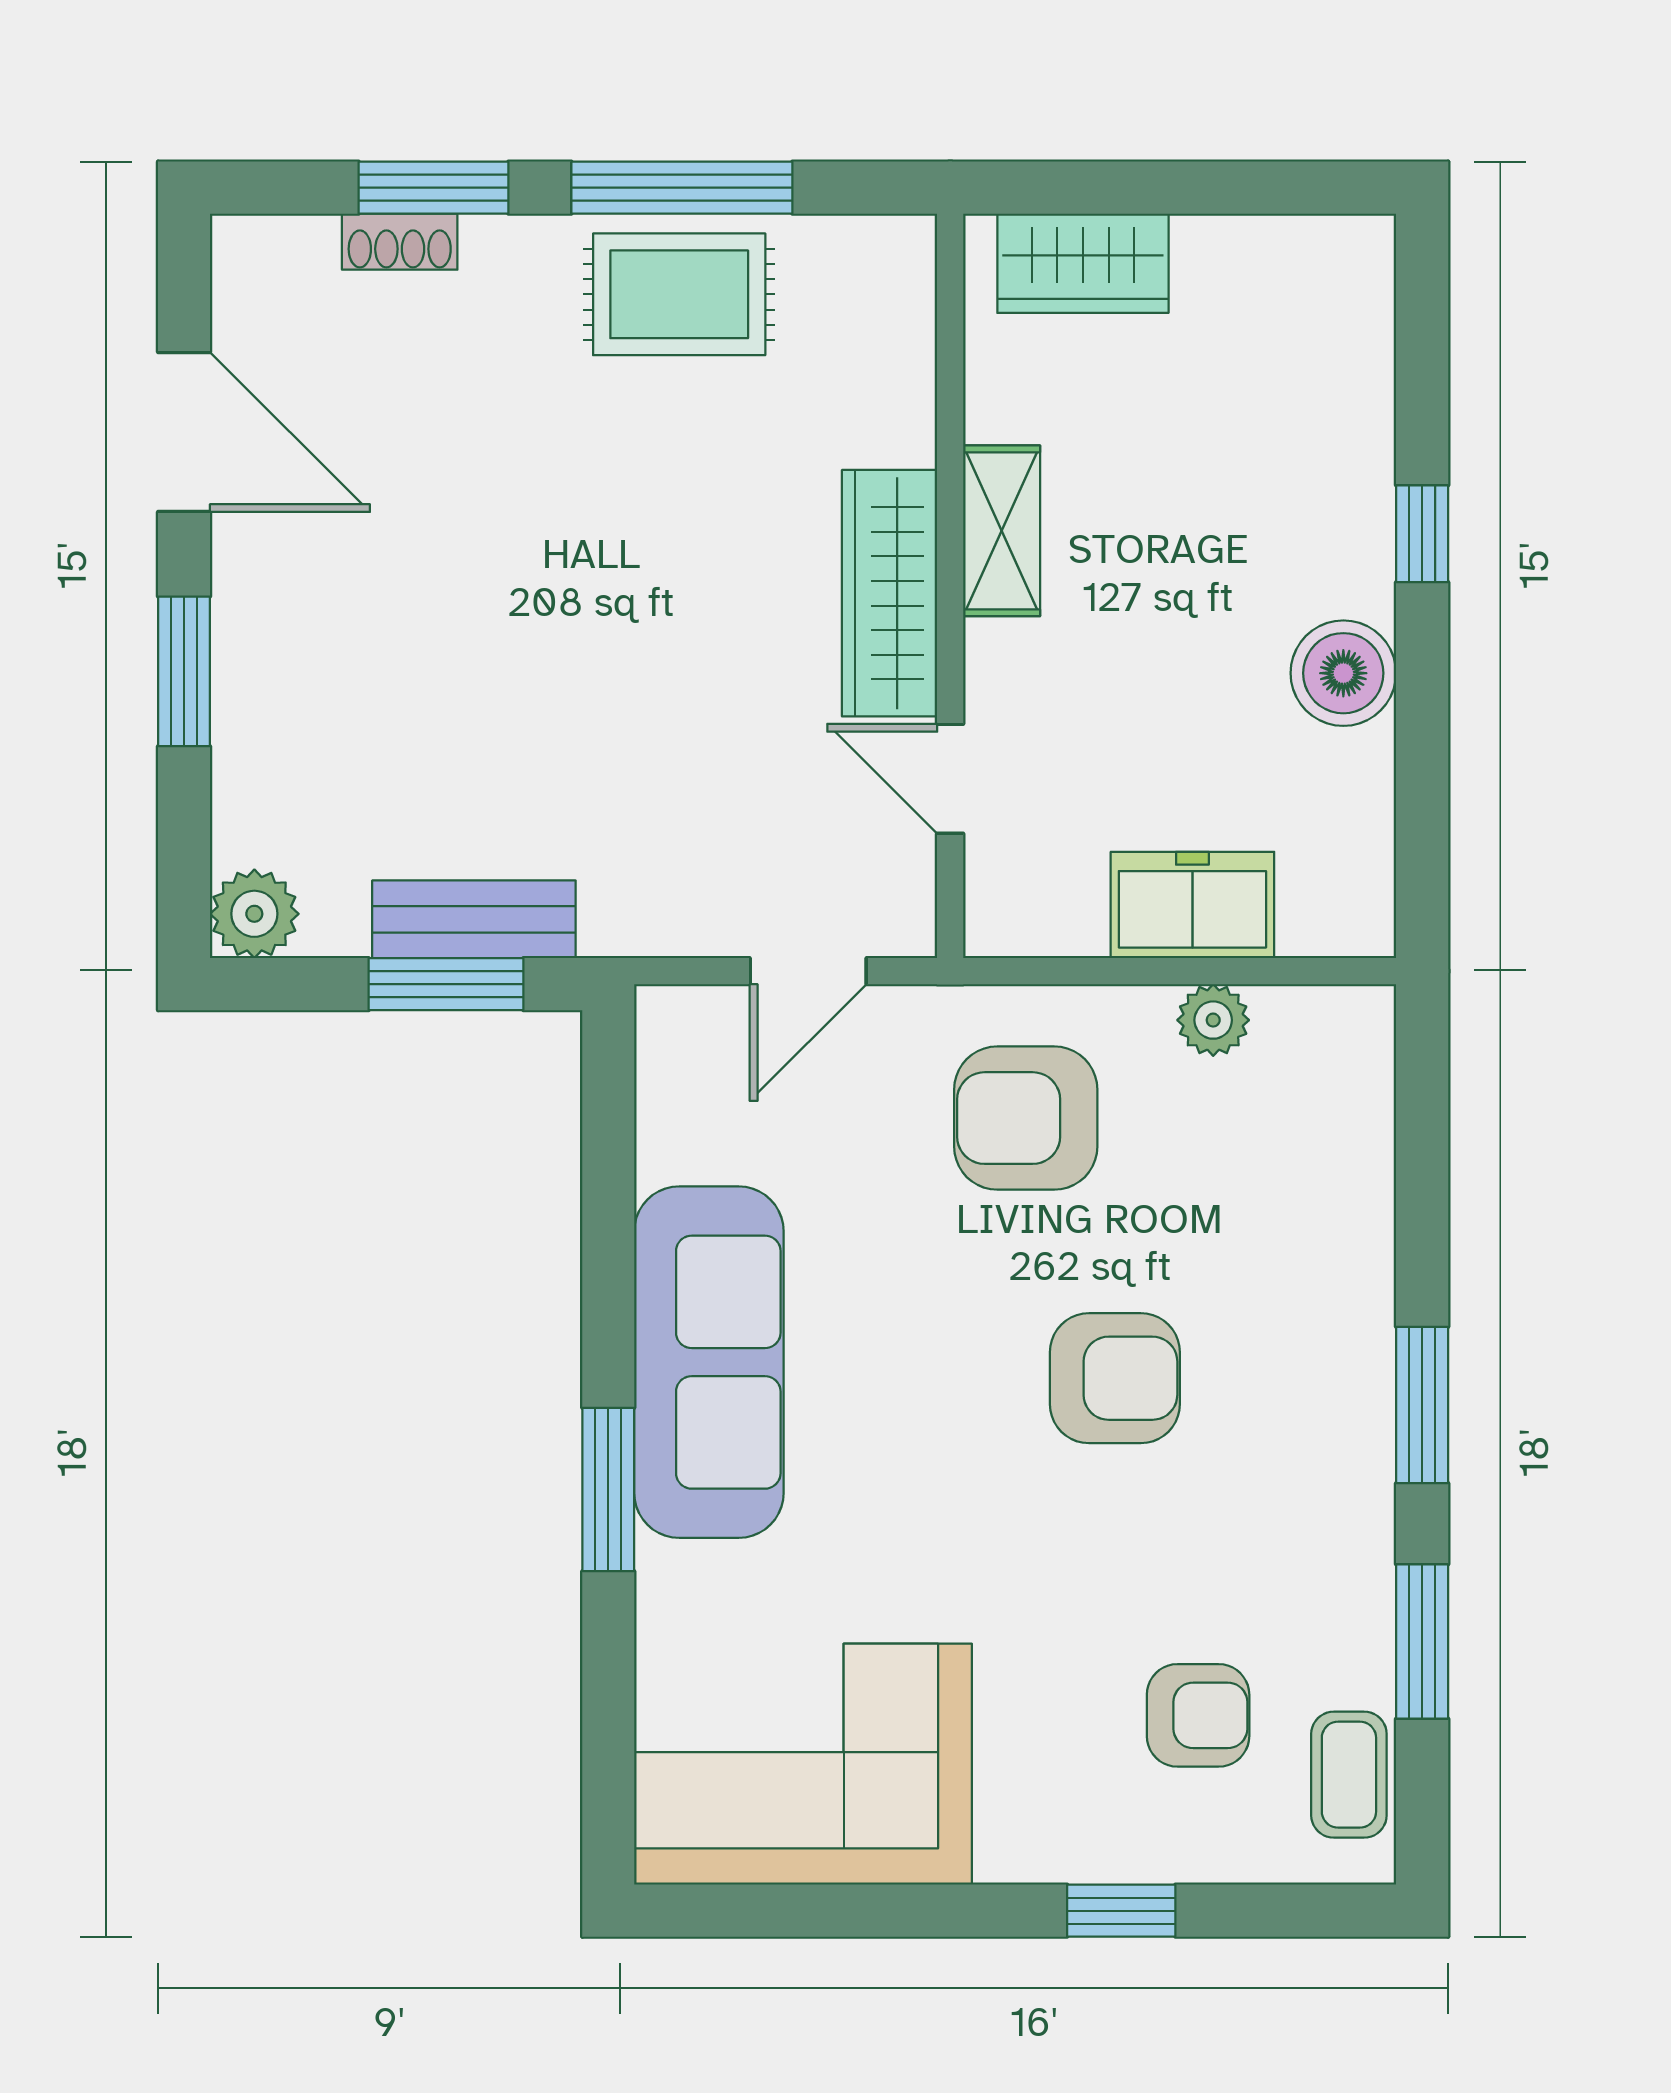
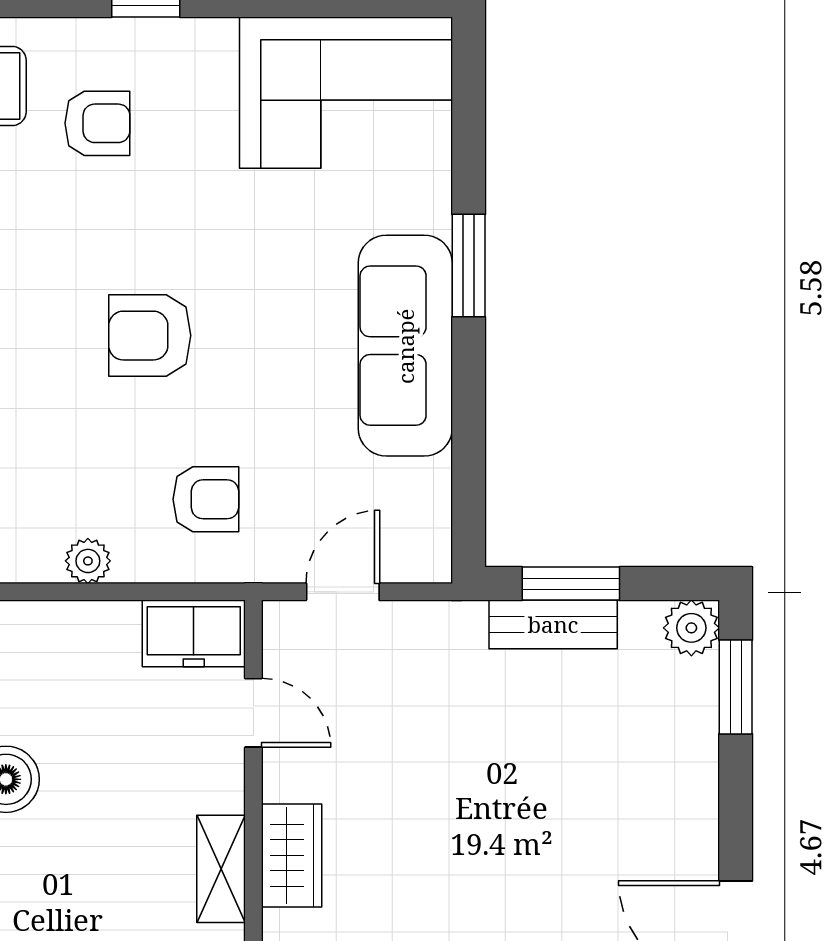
wardrobe: (890, 593) -> (292, 855), width x0.67
window: (184, 671) -> (736, 687), moved
freezer: (1192, 905) -> (194, 633), moved
armchair: (1026, 1118) -> (206, 499), width x0.72, depth x0.72
armchair: (1198, 1715) -> (97, 123), turned 180

